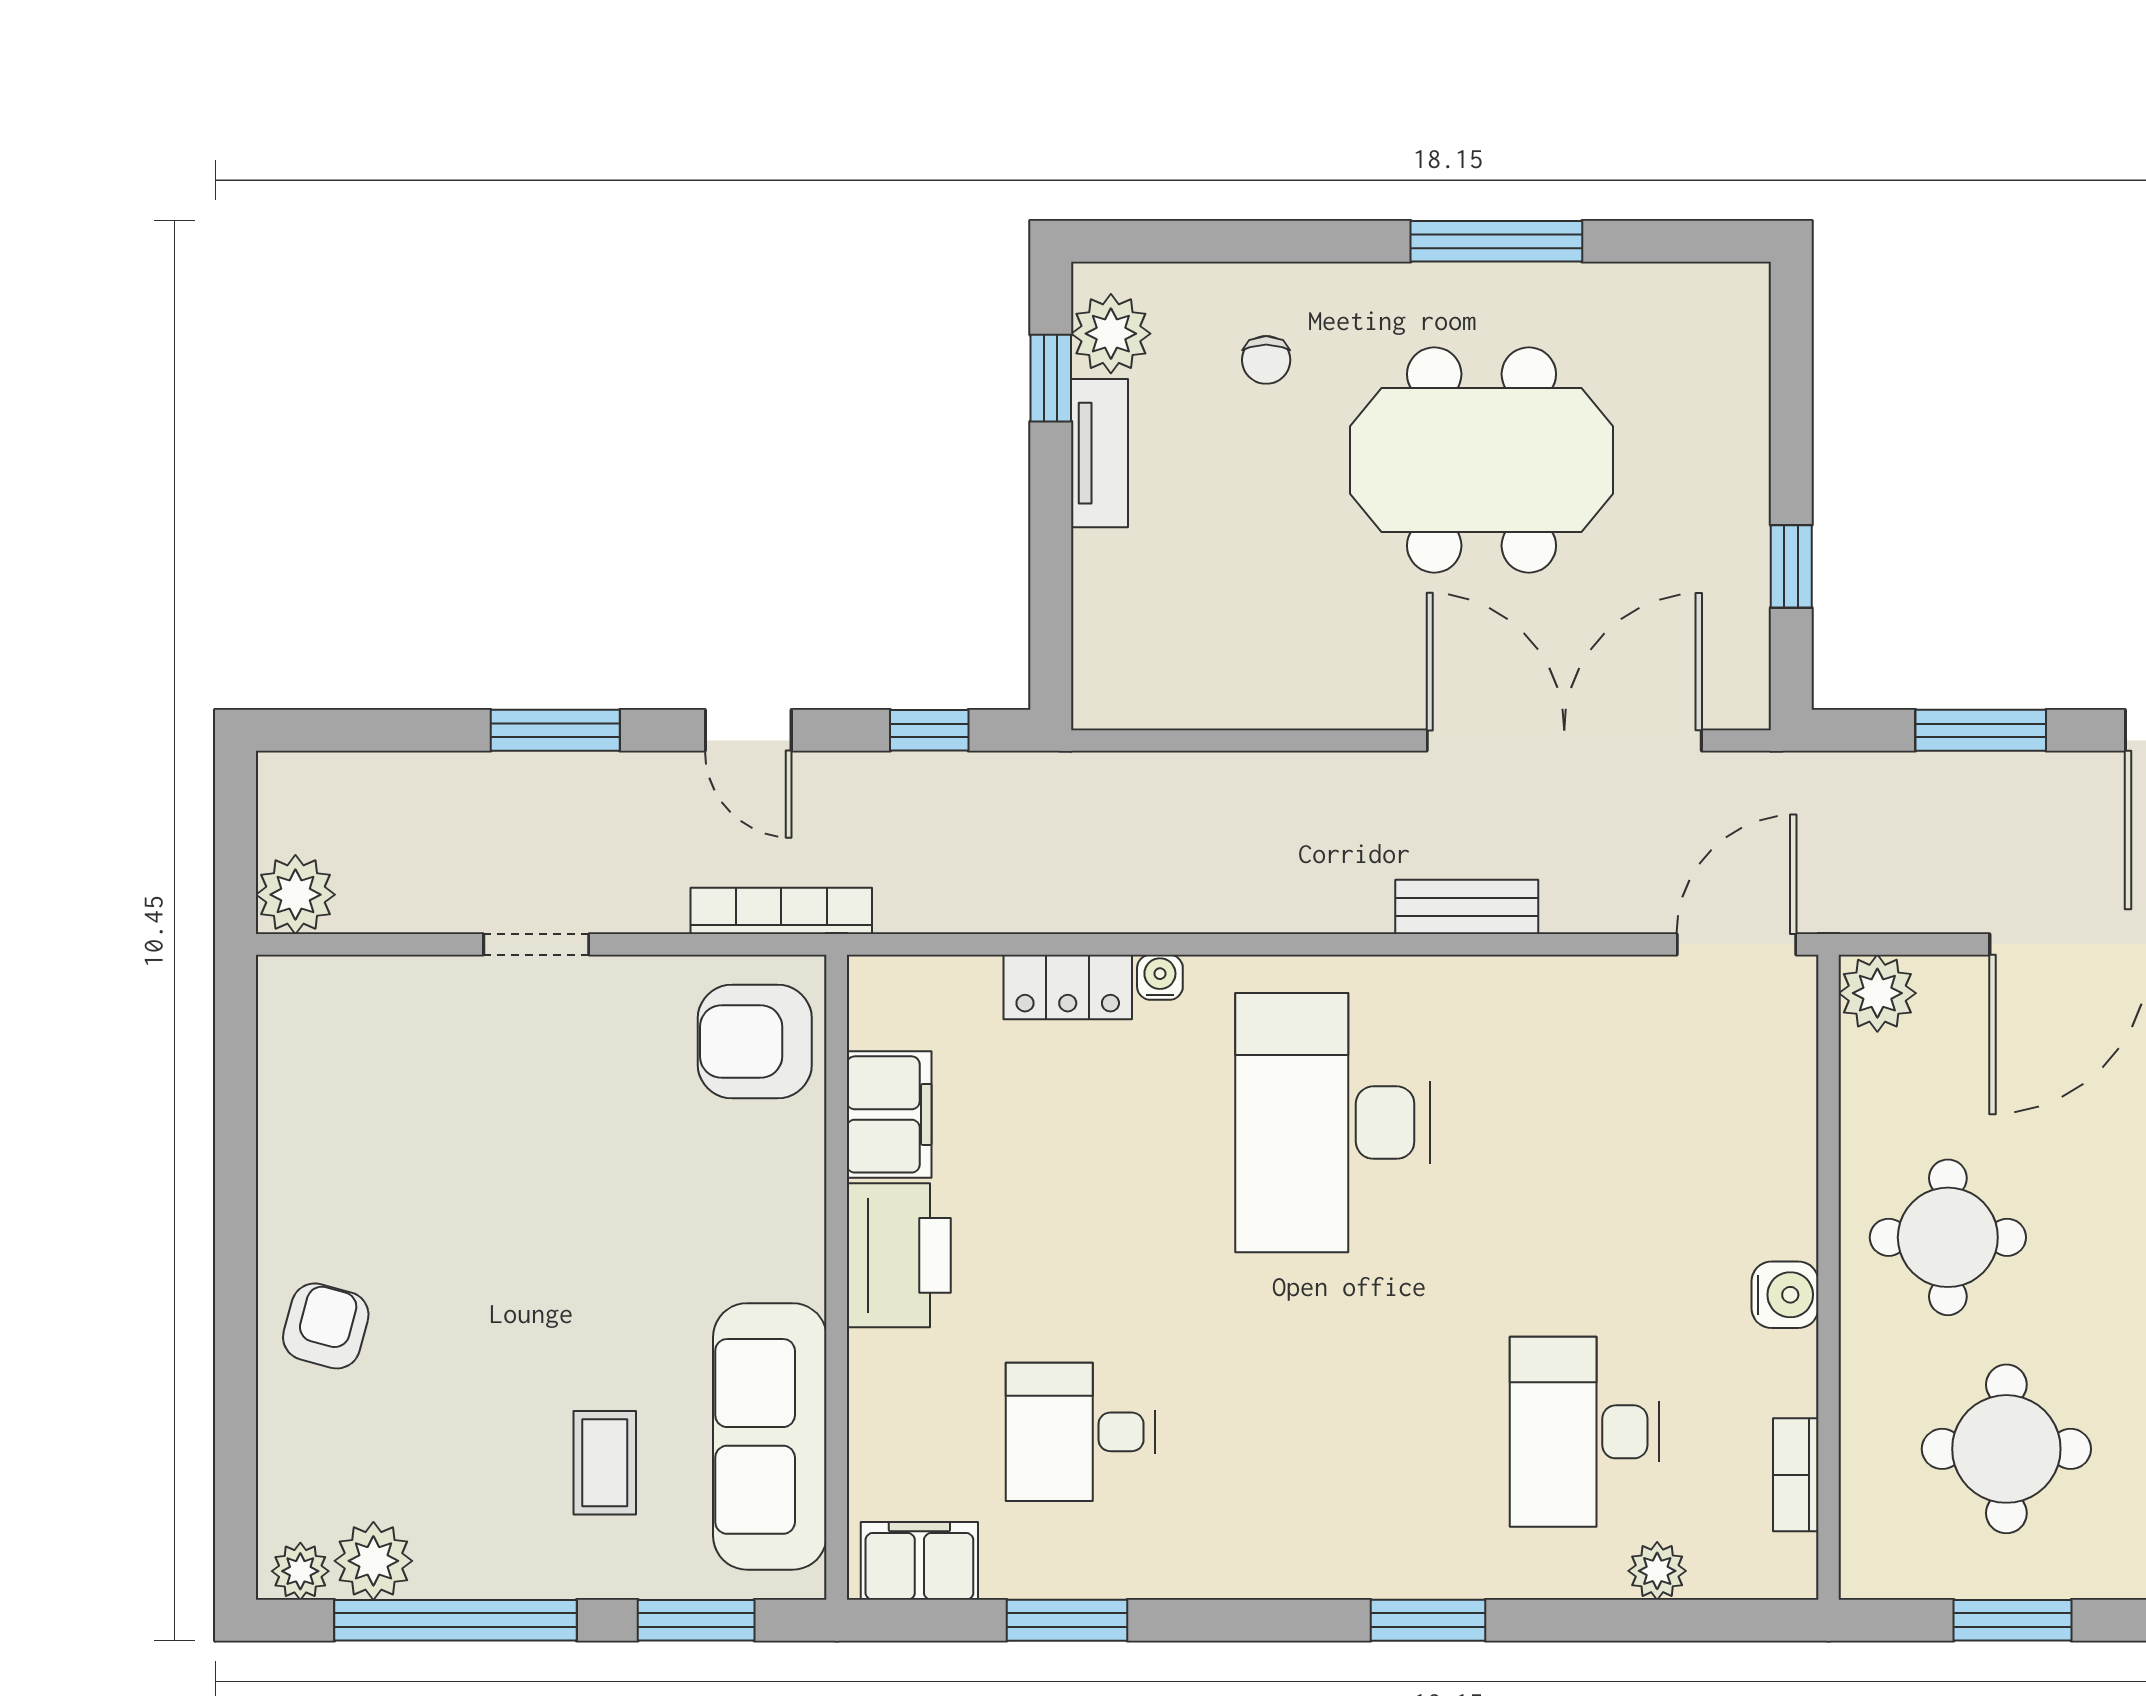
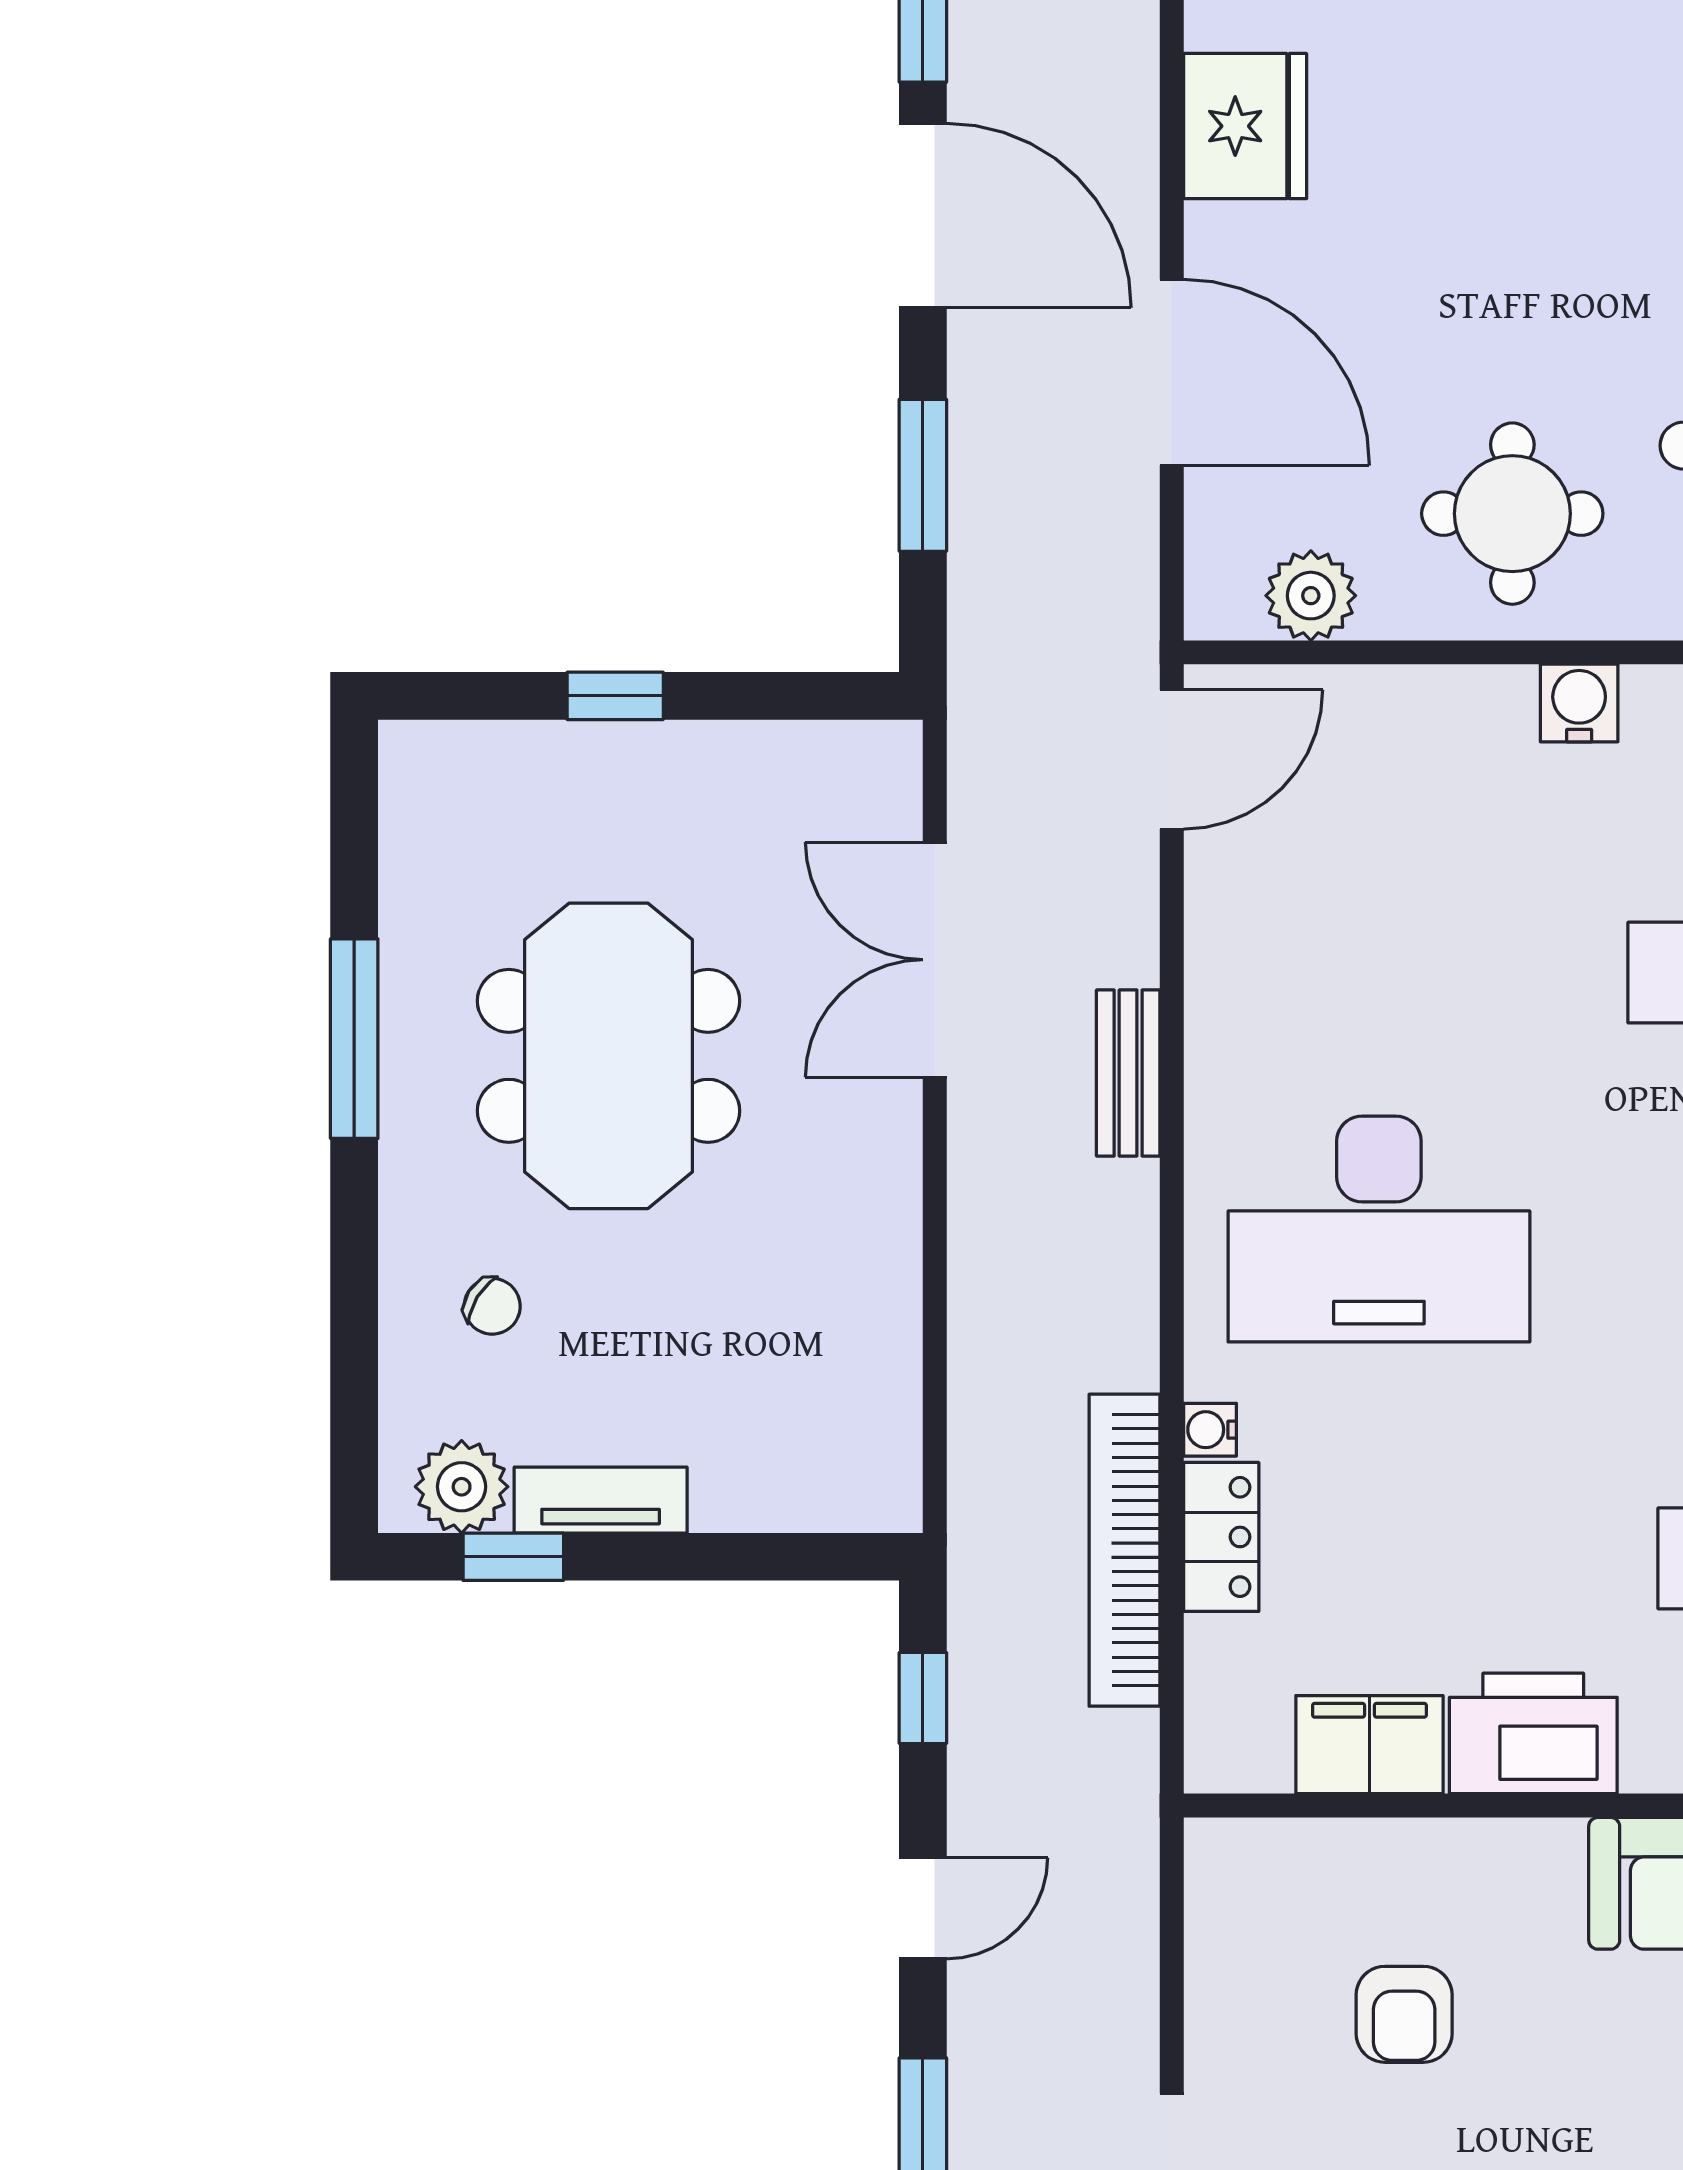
chair: (1266, 360) -> (492, 1306), turned 32
window: (1791, 566) -> (615, 696), moved
double door: (1564, 741) -> (935, 960), width x0.73
bookcase: (781, 911) -> (1124, 1550), moved, width x1.48, depth x1.31
door: (1736, 944) -> (1172, 759), swing flipped
plant: (1877, 993) -> (1311, 596), moved
armchair: (755, 1042) -> (1404, 2014), moved, width x0.72, depth x0.72

